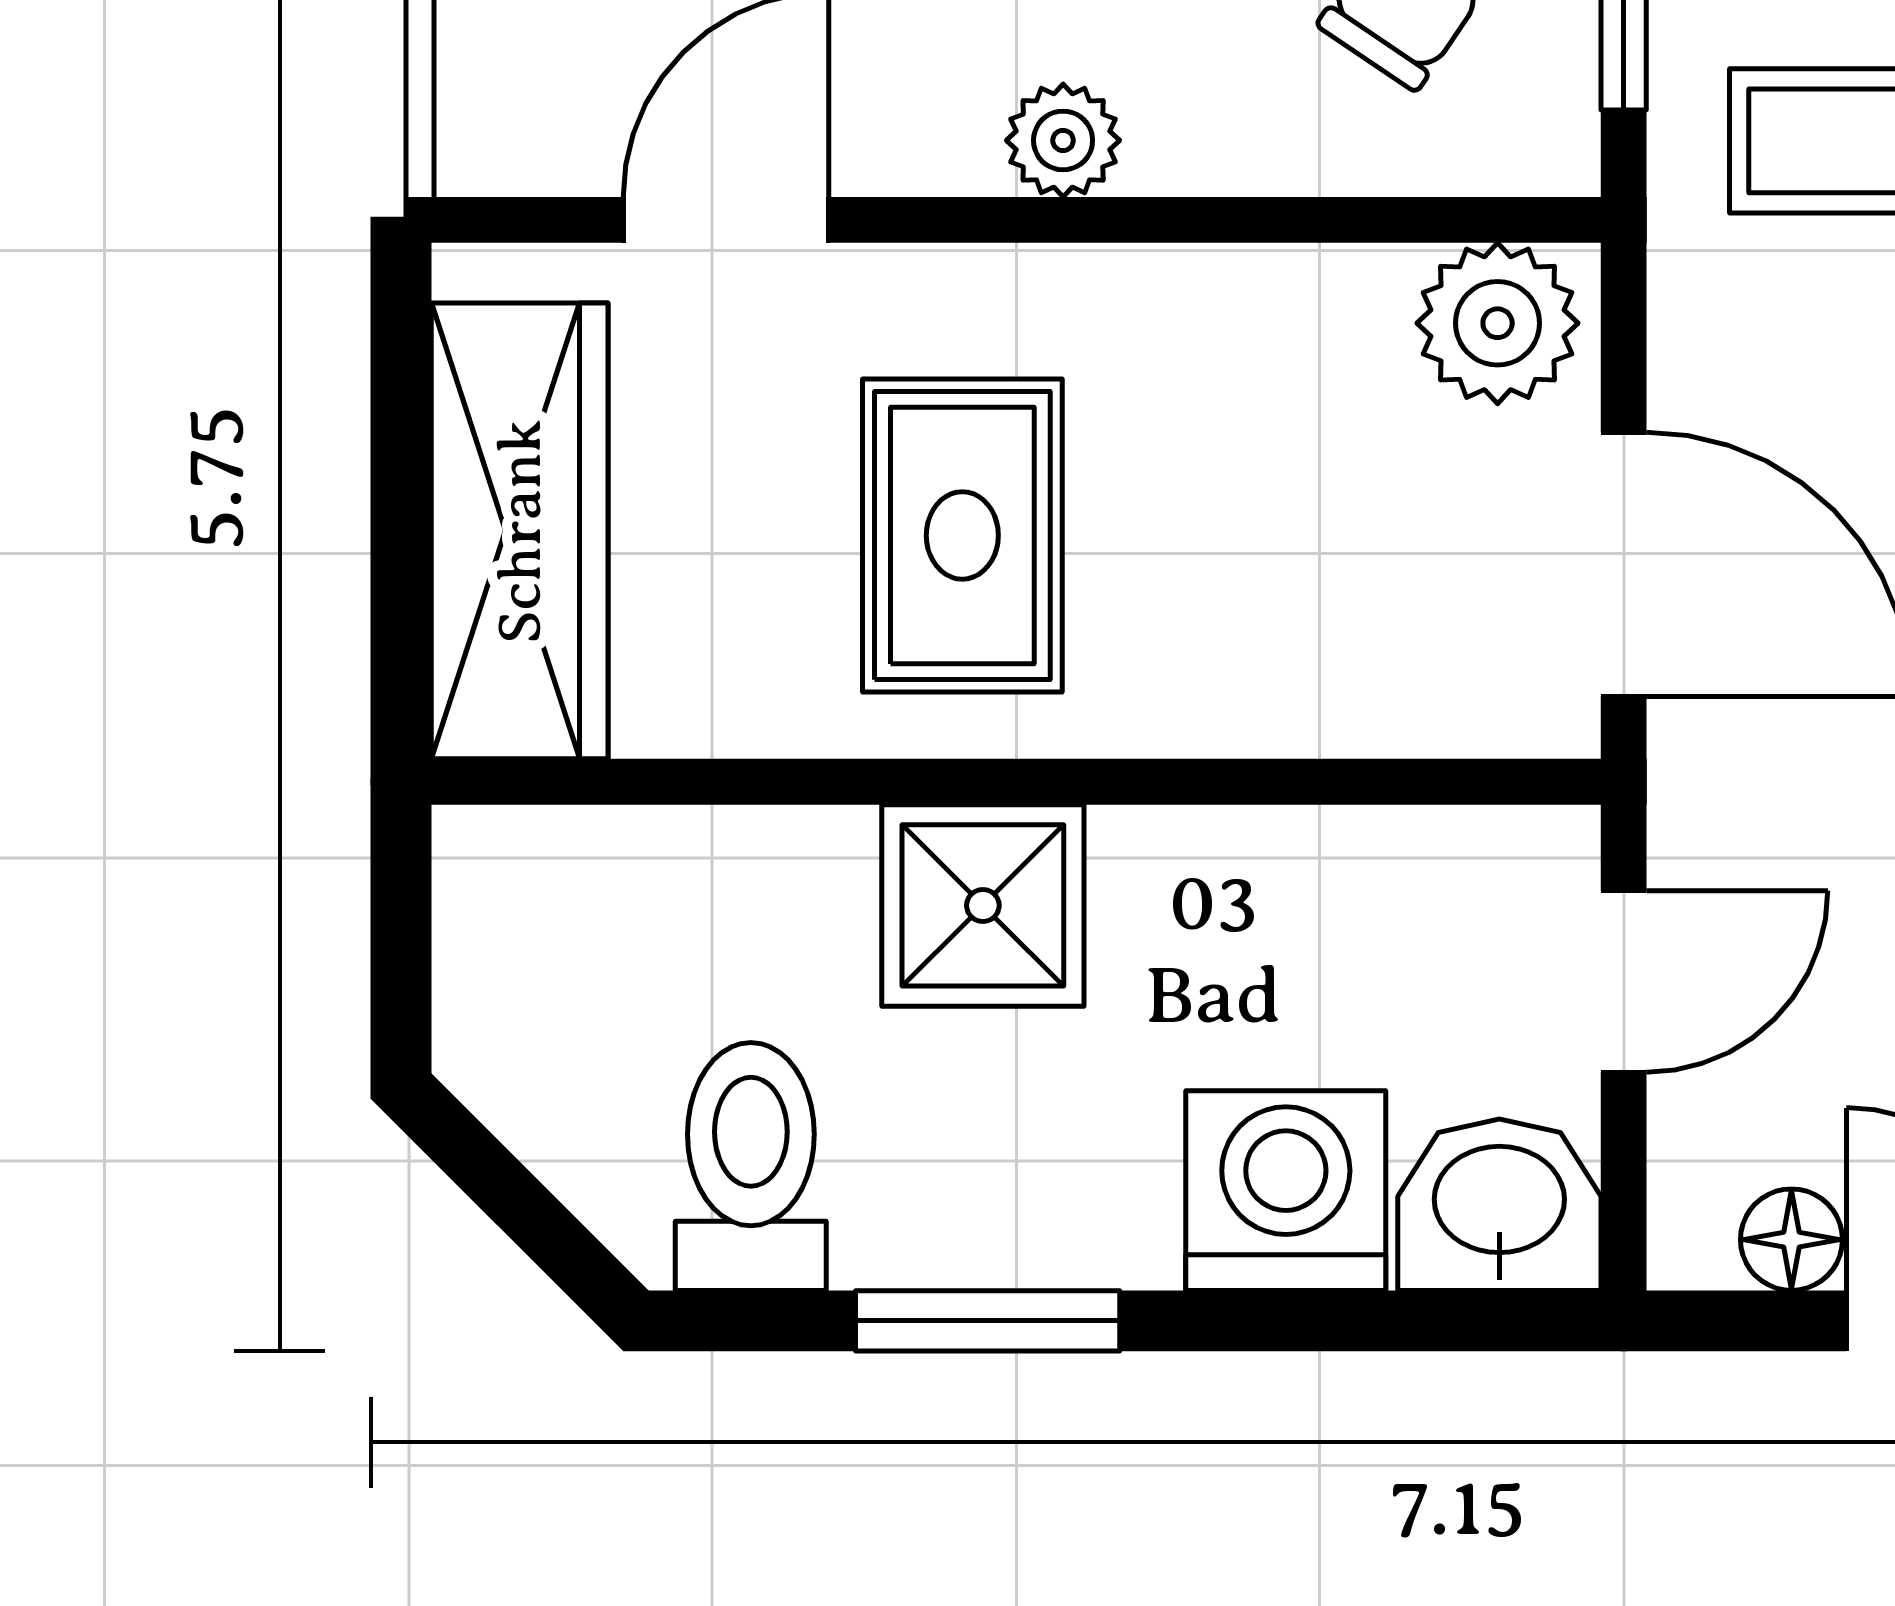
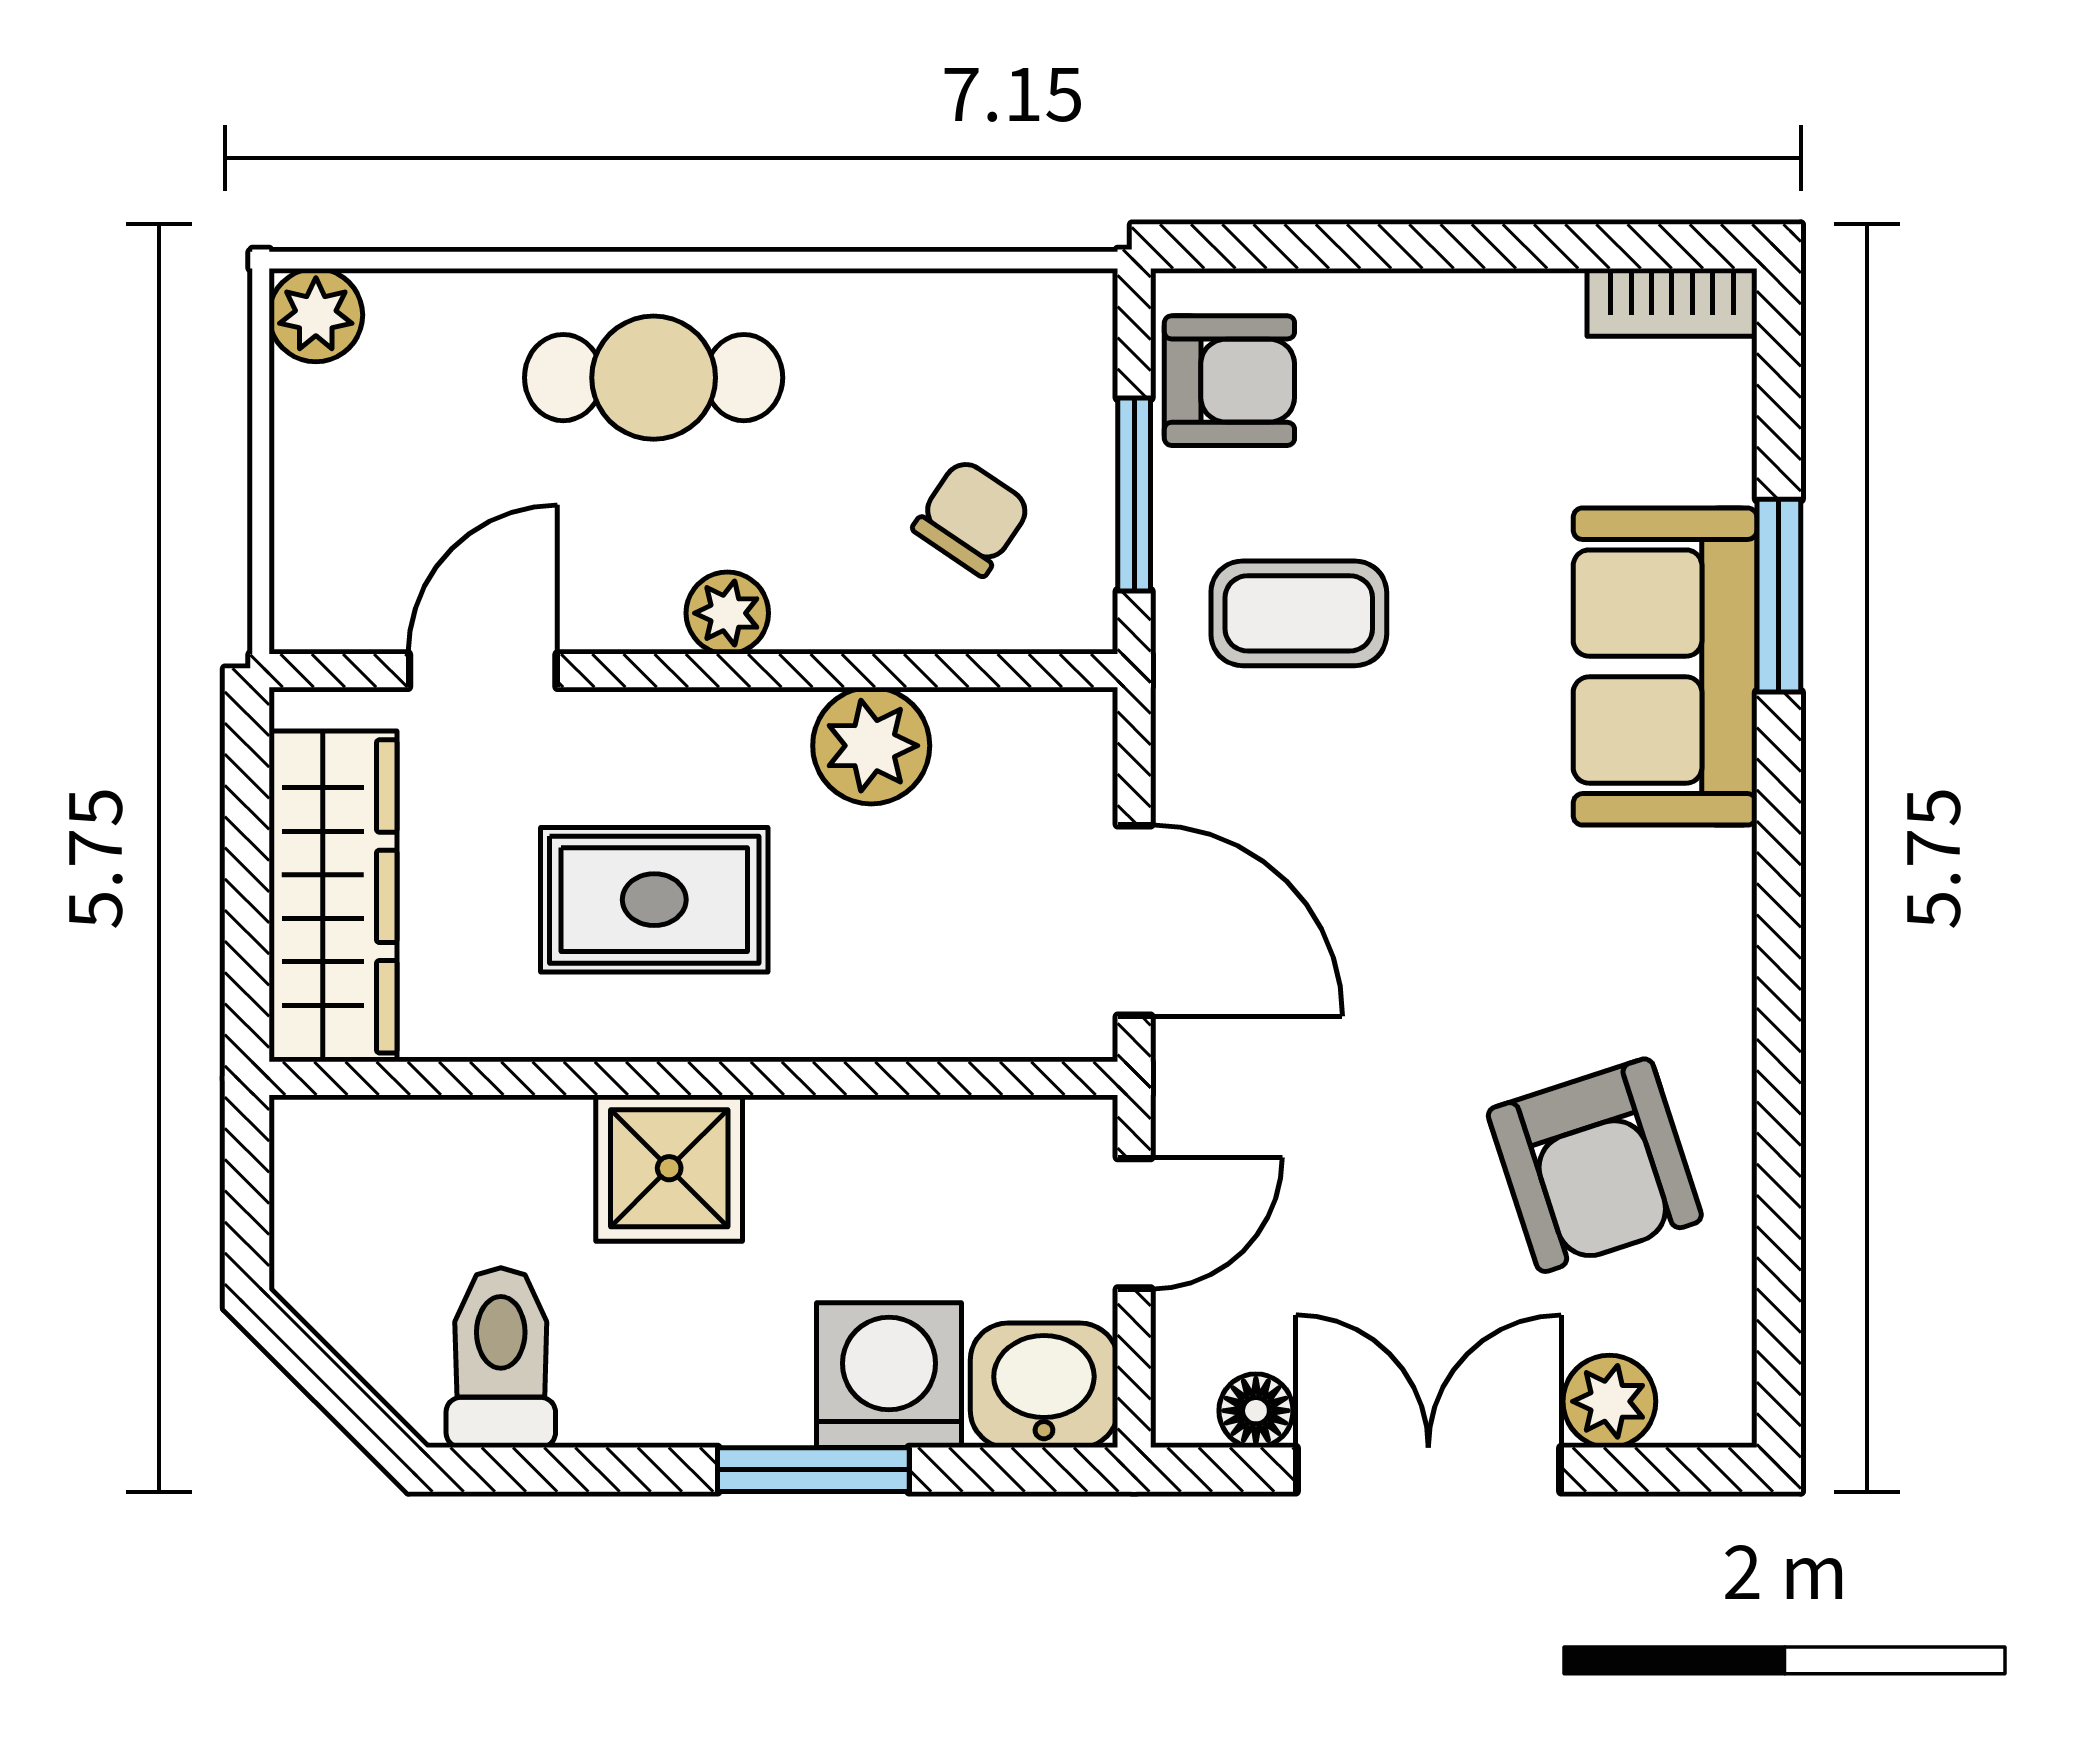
plant: (1498, 323) -> (871, 746), moved
rug: (962, 535) -> (654, 900), turned 90
window: (988, 1321) -> (813, 1470), moved

